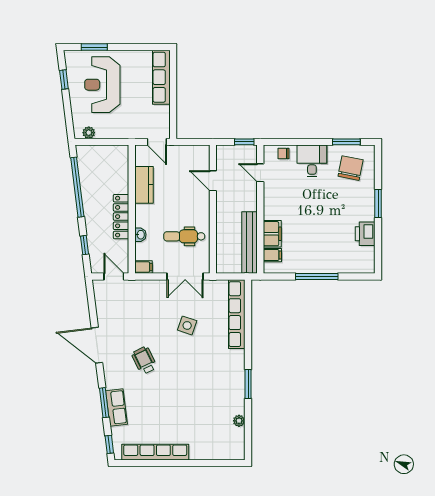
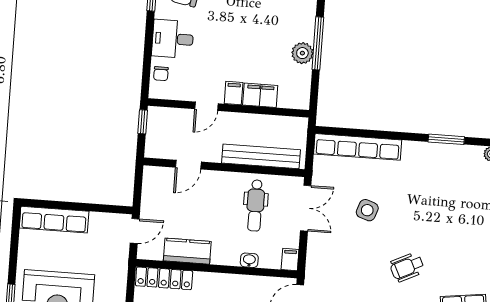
door: (260, 173) -> (206, 106), moved
locker: (121, 217) -> (164, 278), moved
bench: (250, 243) -> (261, 156), moved
filing cabinet: (272, 255) -> (234, 93), moved
plant: (308, 265) -> (302, 53), added

